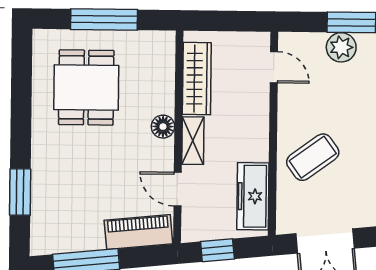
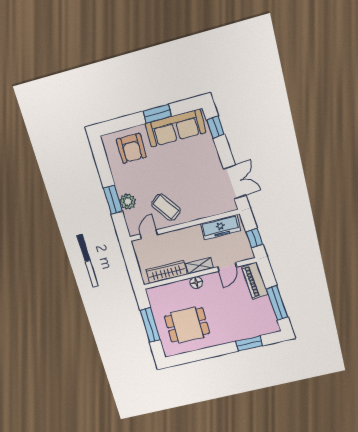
coffee table: (313, 157) -> (166, 207), moved

